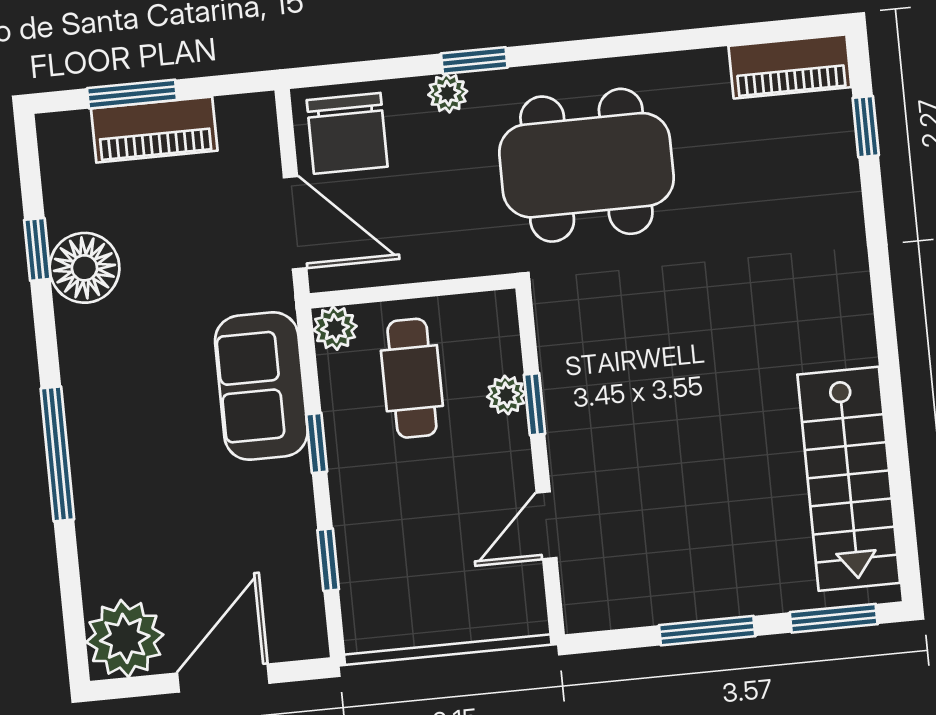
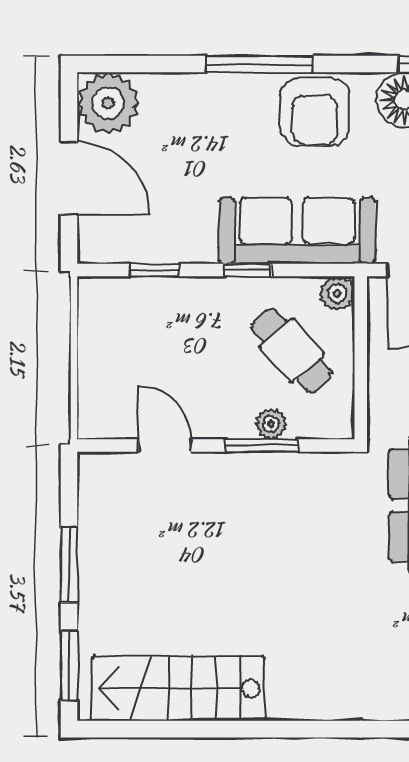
cafe table: (412, 378) -> (292, 351), turned 48
armchair: (110, 379) -> (315, 112), added
sofa: (261, 386) -> (297, 231), width x1.36
window: (535, 404) -> (262, 446), width x1.50

